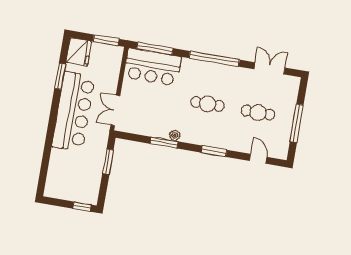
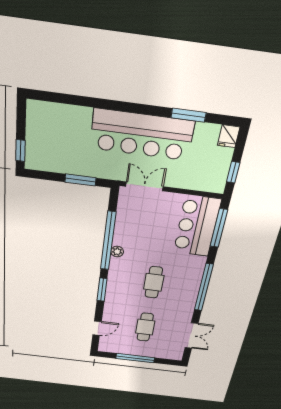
window: (106, 40) -> (233, 172), width x0.67
fridge: (79, 52) -> (229, 136), width x0.53, depth x0.75
window: (164, 143) -> (108, 241), width x2.11

